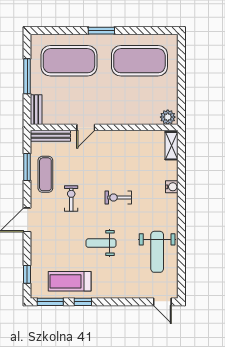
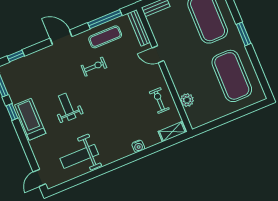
plant: (168, 117) -> (187, 100), moved
window: (27, 167) -> (105, 19), width x1.44
exercise bike: (118, 197) -> (159, 101), moved
treadmill: (70, 281) -> (30, 119), moved

